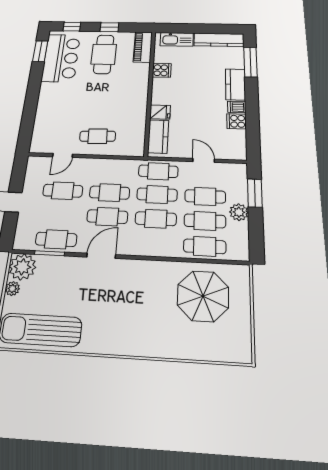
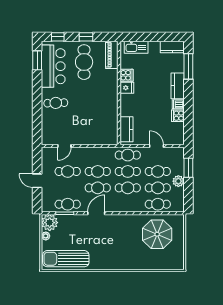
kitchen counter: (219, 40) -> (172, 47), width x0.67
fridge: (160, 112) -> (127, 88), moved
cafe table: (98, 136) -> (56, 103), moved

